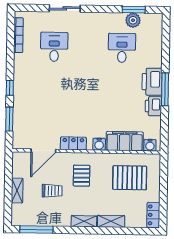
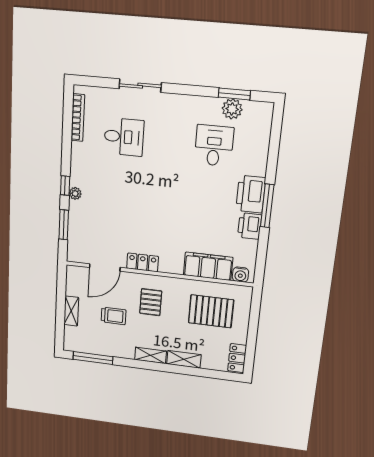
desk: (54, 47) -> (124, 137), turned 90
plant: (18, 93) -> (75, 193), added
water cooler: (99, 144) -> (175, 267), removed

